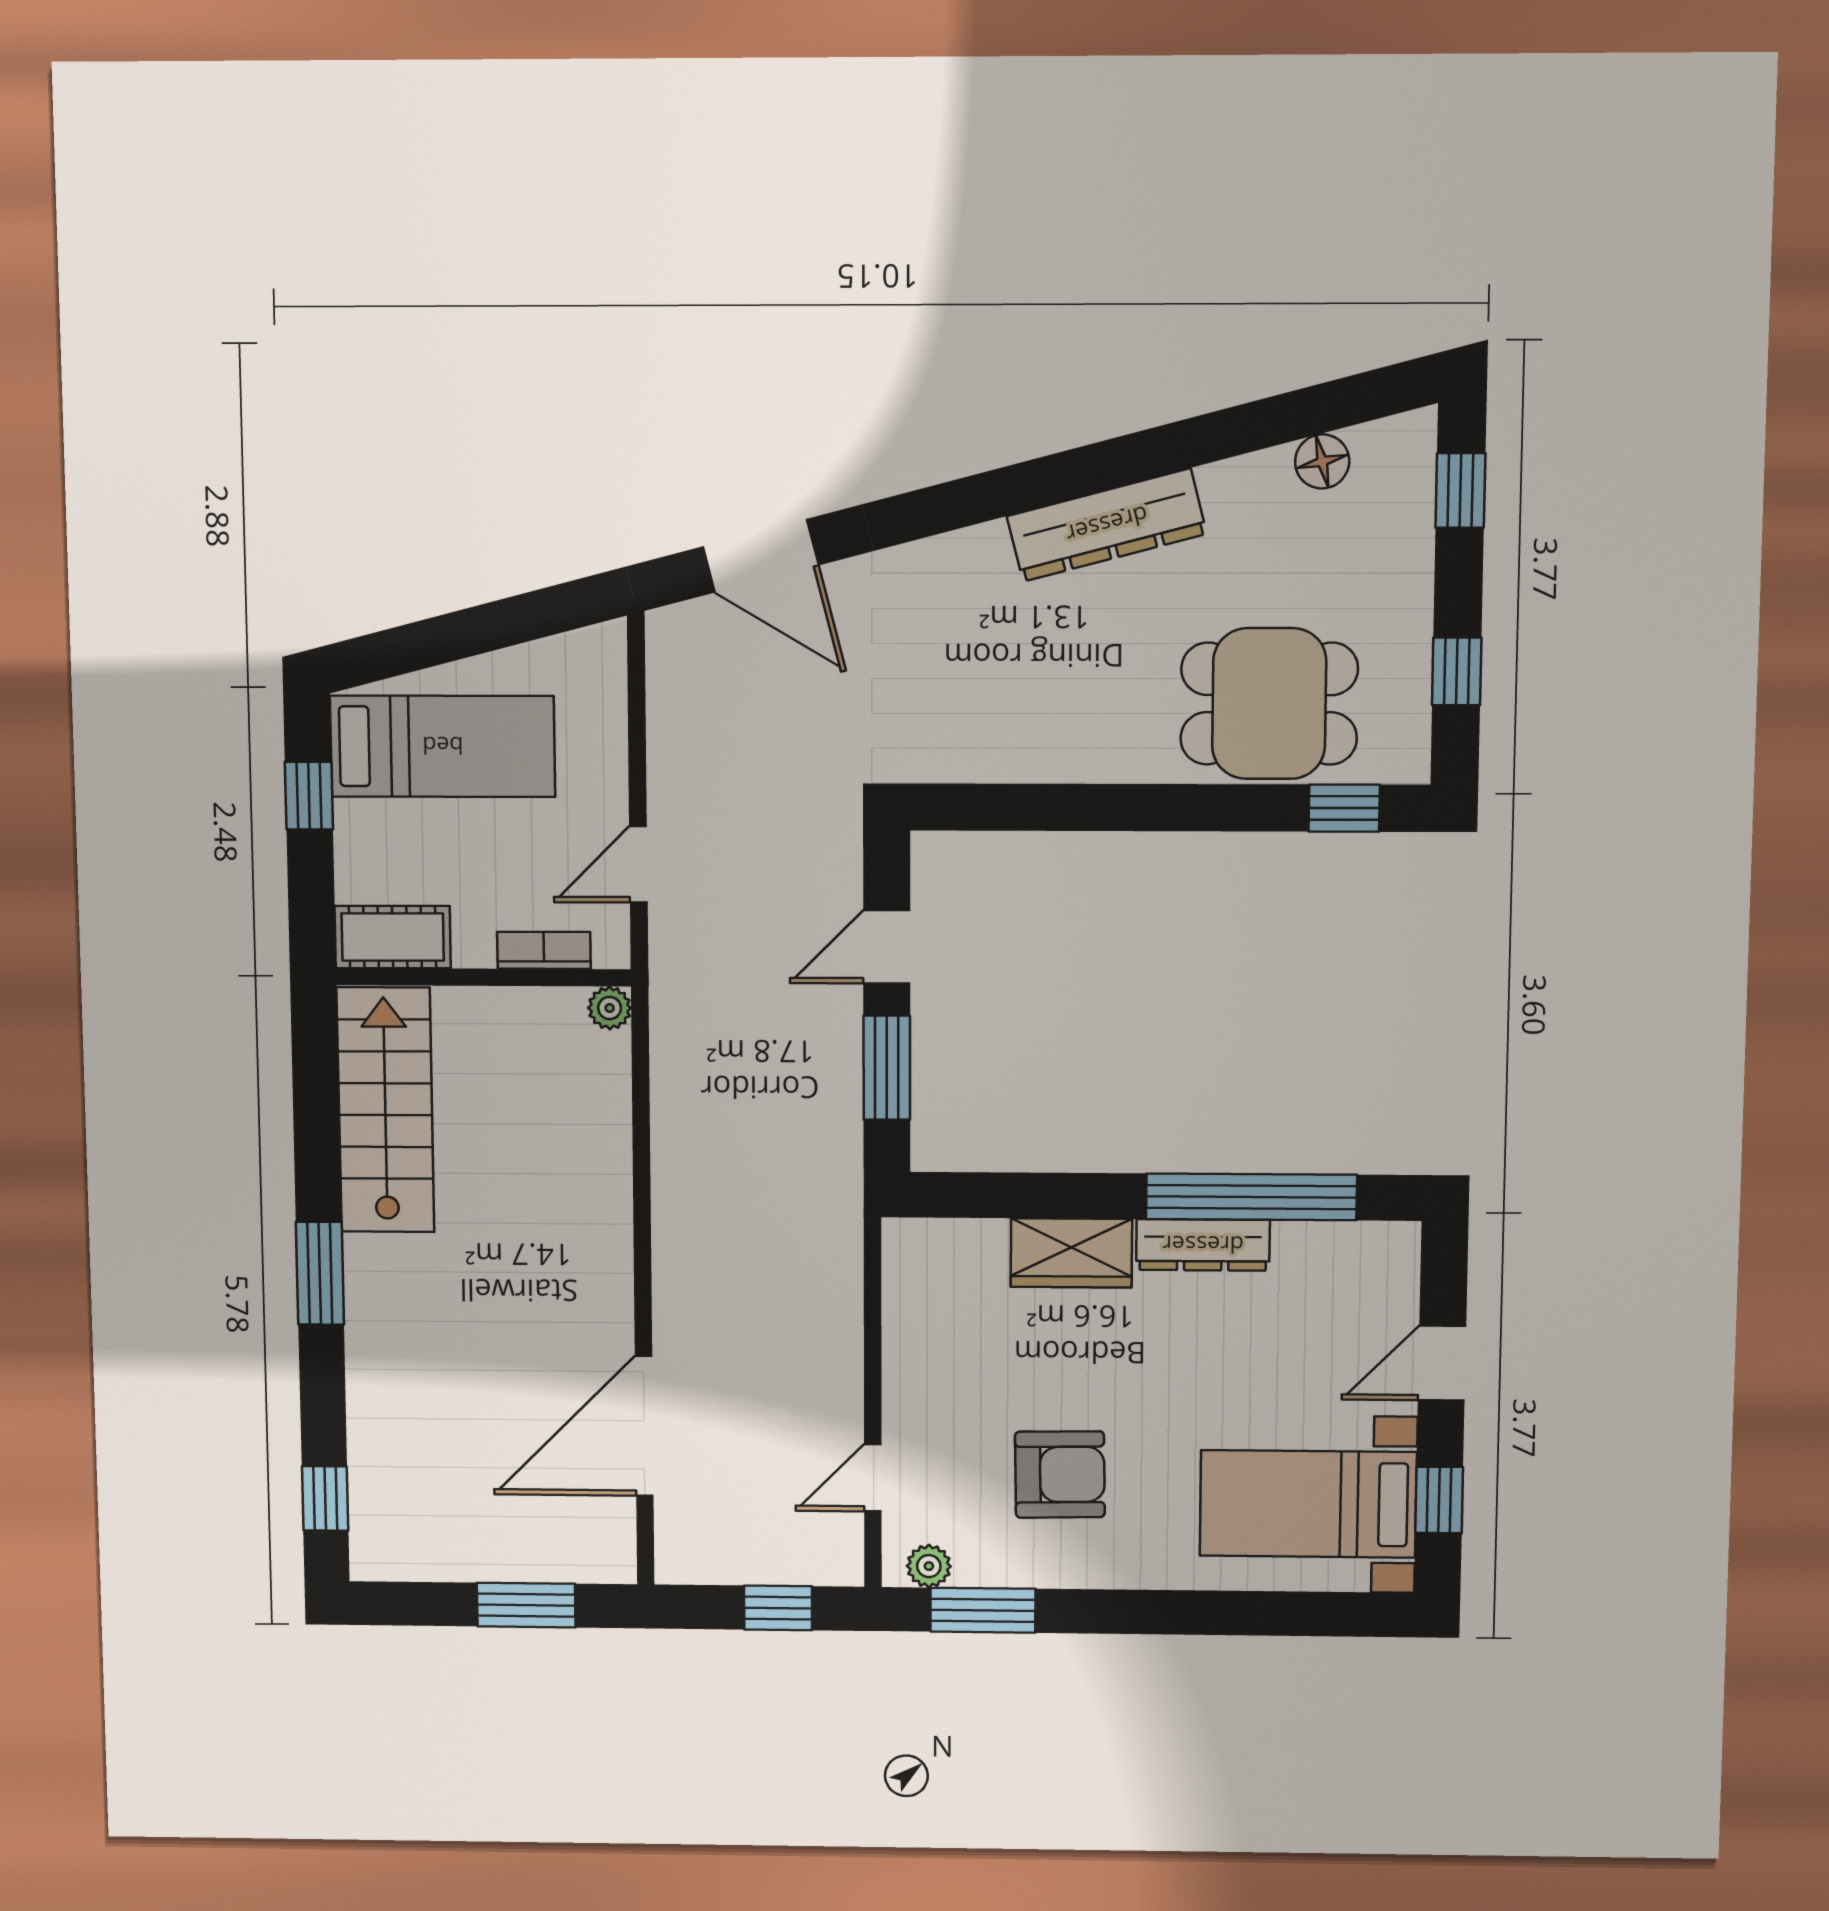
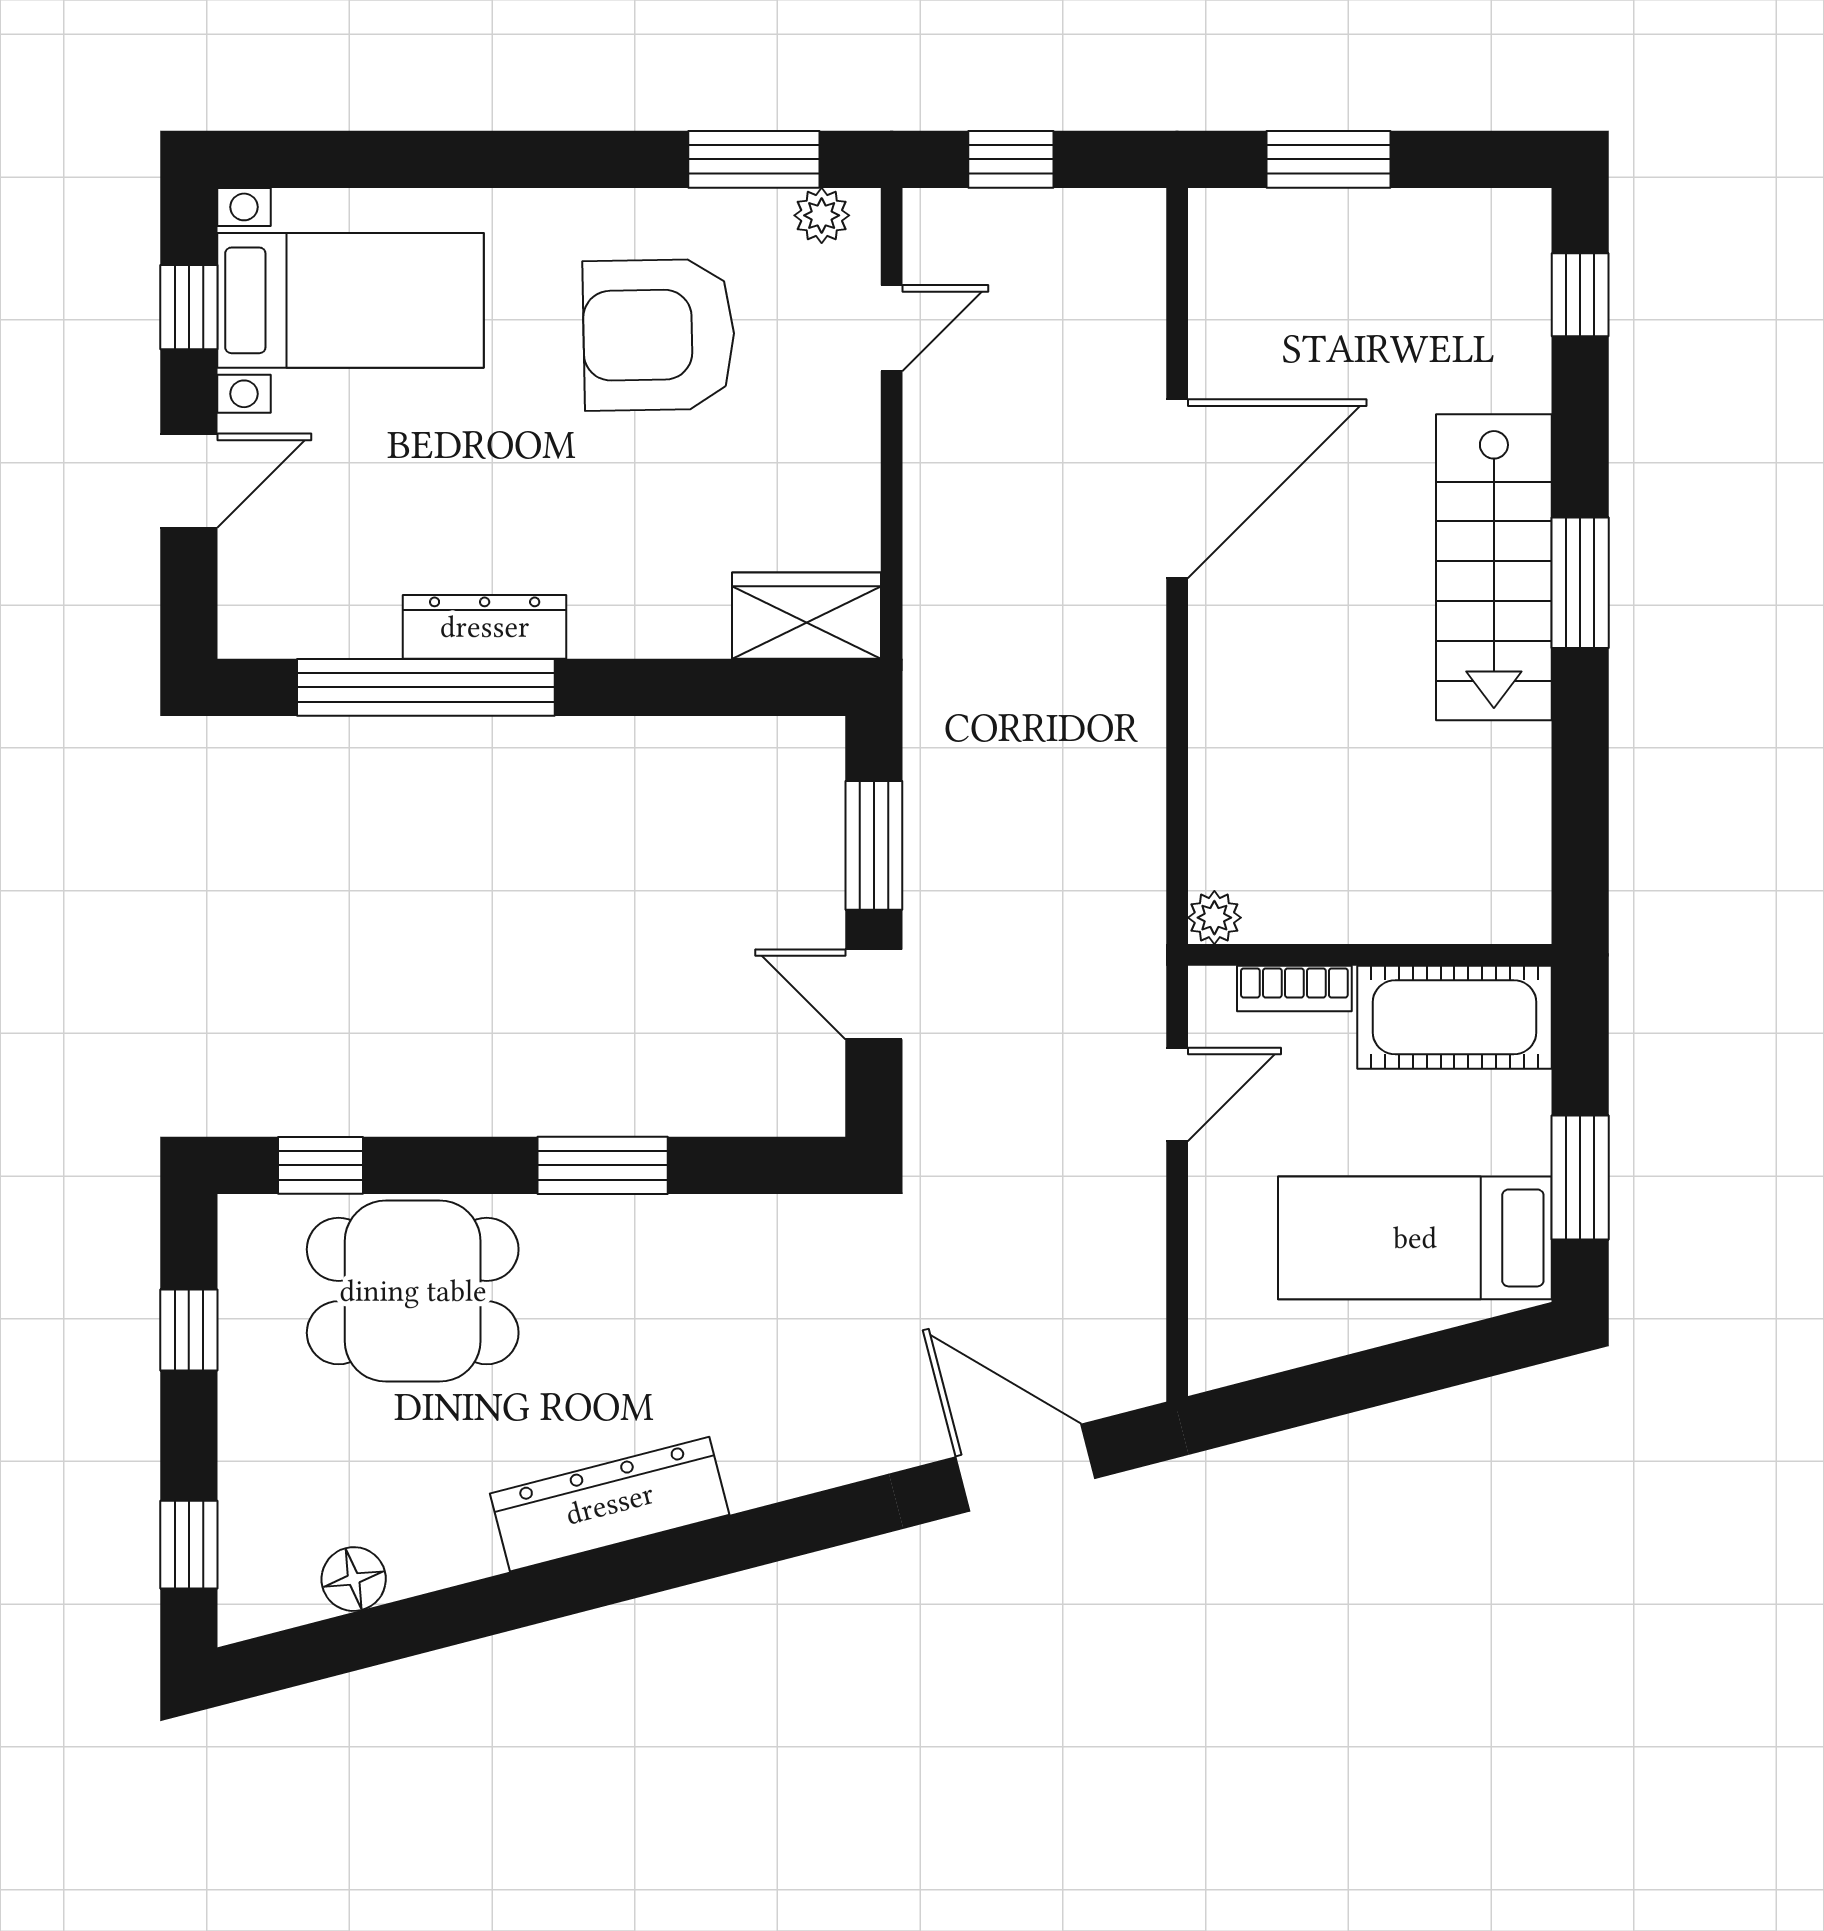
window: (309, 796) -> (1580, 1177), width x1.50
window: (1110, 808) -> (603, 1165), added
cot: (393, 937) -> (1454, 1017), width x1.37, depth x1.34
door: (887, 947) -> (874, 994), swing flipped
stairs: (385, 1110) -> (1494, 567), moved
wardrobe: (1071, 1253) -> (807, 616), moved
door: (644, 1426) -> (1177, 489), moved
armchair: (1060, 1474) -> (659, 335), width x1.36, depth x1.36

